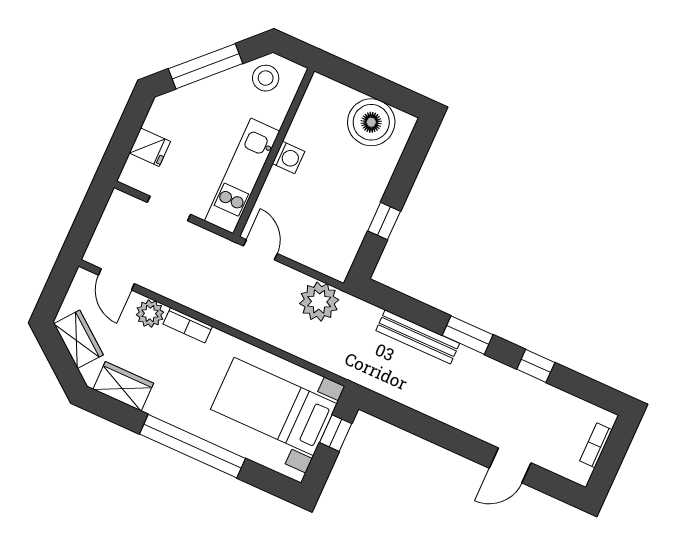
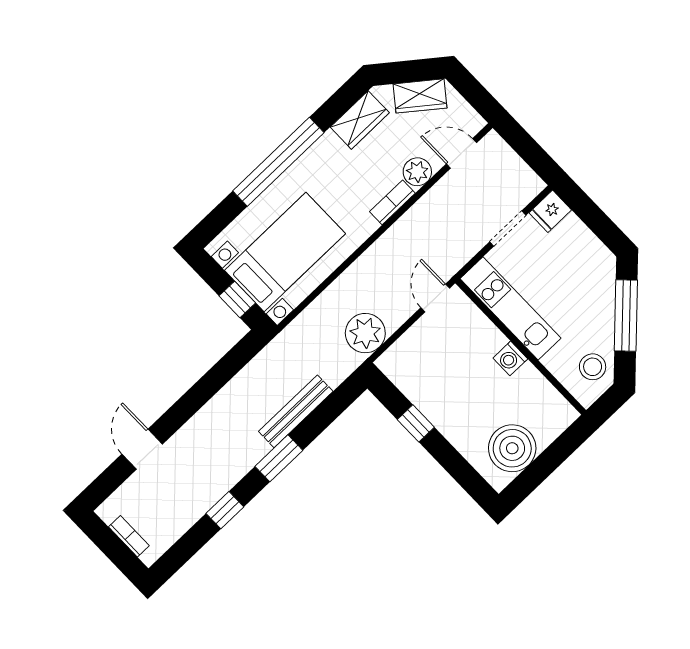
fridge: (150, 147) -> (550, 211), moved
door: (260, 250) -> (435, 298), swing flipped

